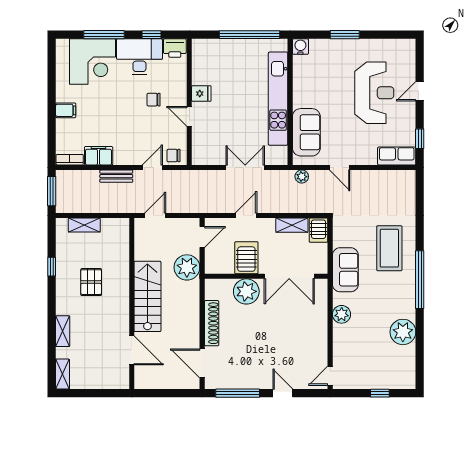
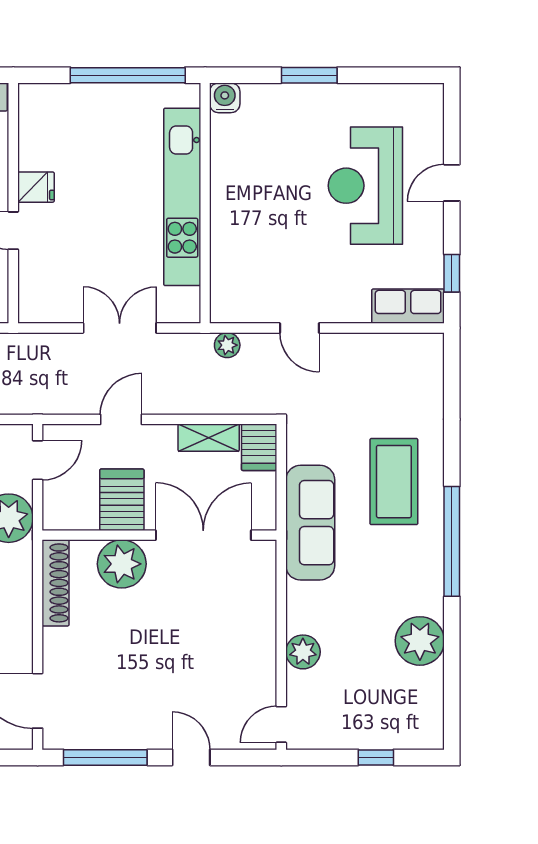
reception desk: (374, 93) -> (365, 186), turned 180
sofa: (306, 132) -> (236, 261), removed
sofa: (345, 270) -> (310, 523), width x1.36
double door: (289, 276) -> (203, 535), swing flipped
plant: (342, 314) -> (303, 652), moved
shoe rack: (212, 323) -> (56, 583), moved

